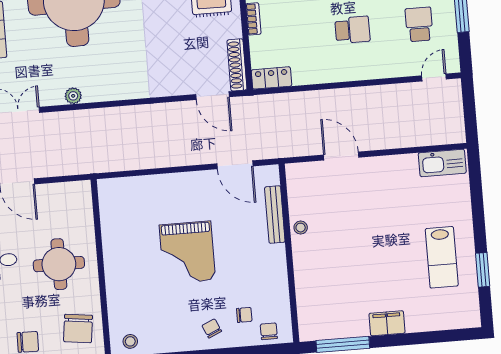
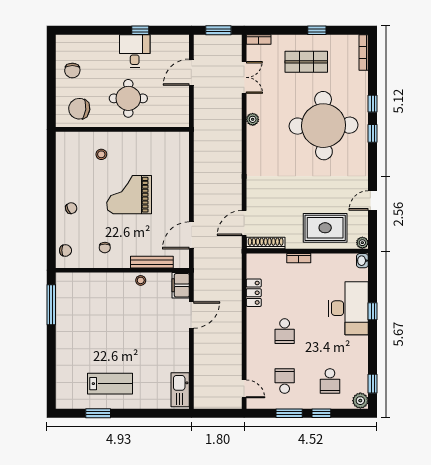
school desk: (419, 24) -> (285, 381), turned -90
locker: (271, 78) -> (254, 293), moved
lab bench: (442, 257) -> (110, 384), turned 180
chair: (244, 315) -> (105, 248), moved
filing cabinet: (387, 323) -> (181, 285), moved, turned 180
stool: (130, 341) -> (101, 154), moved

